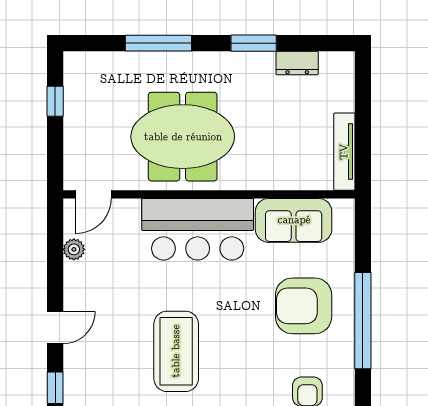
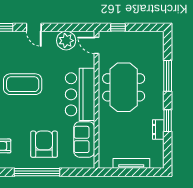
dresser: (297, 63) -> (158, 130), moved
window: (55, 101) -> (118, 27), moved
tv unit: (344, 152) -> (131, 163), moved
plant: (74, 249) -> (66, 41), width x1.88, depth x1.88

